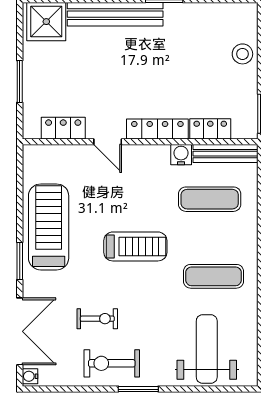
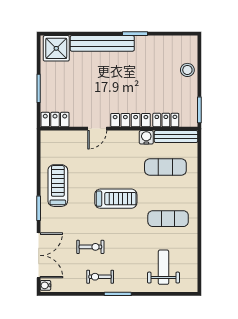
locker: (63, 128) -> (55, 120), moved
door: (108, 142) -> (97, 129), hinge flipped
treadmill: (49, 227) -> (58, 186), width x0.73, depth x0.73
weight bench: (207, 349) -> (163, 267), width x0.73, depth x0.75
exercise bike: (112, 363) -> (100, 277), width x0.73, depth x0.72

